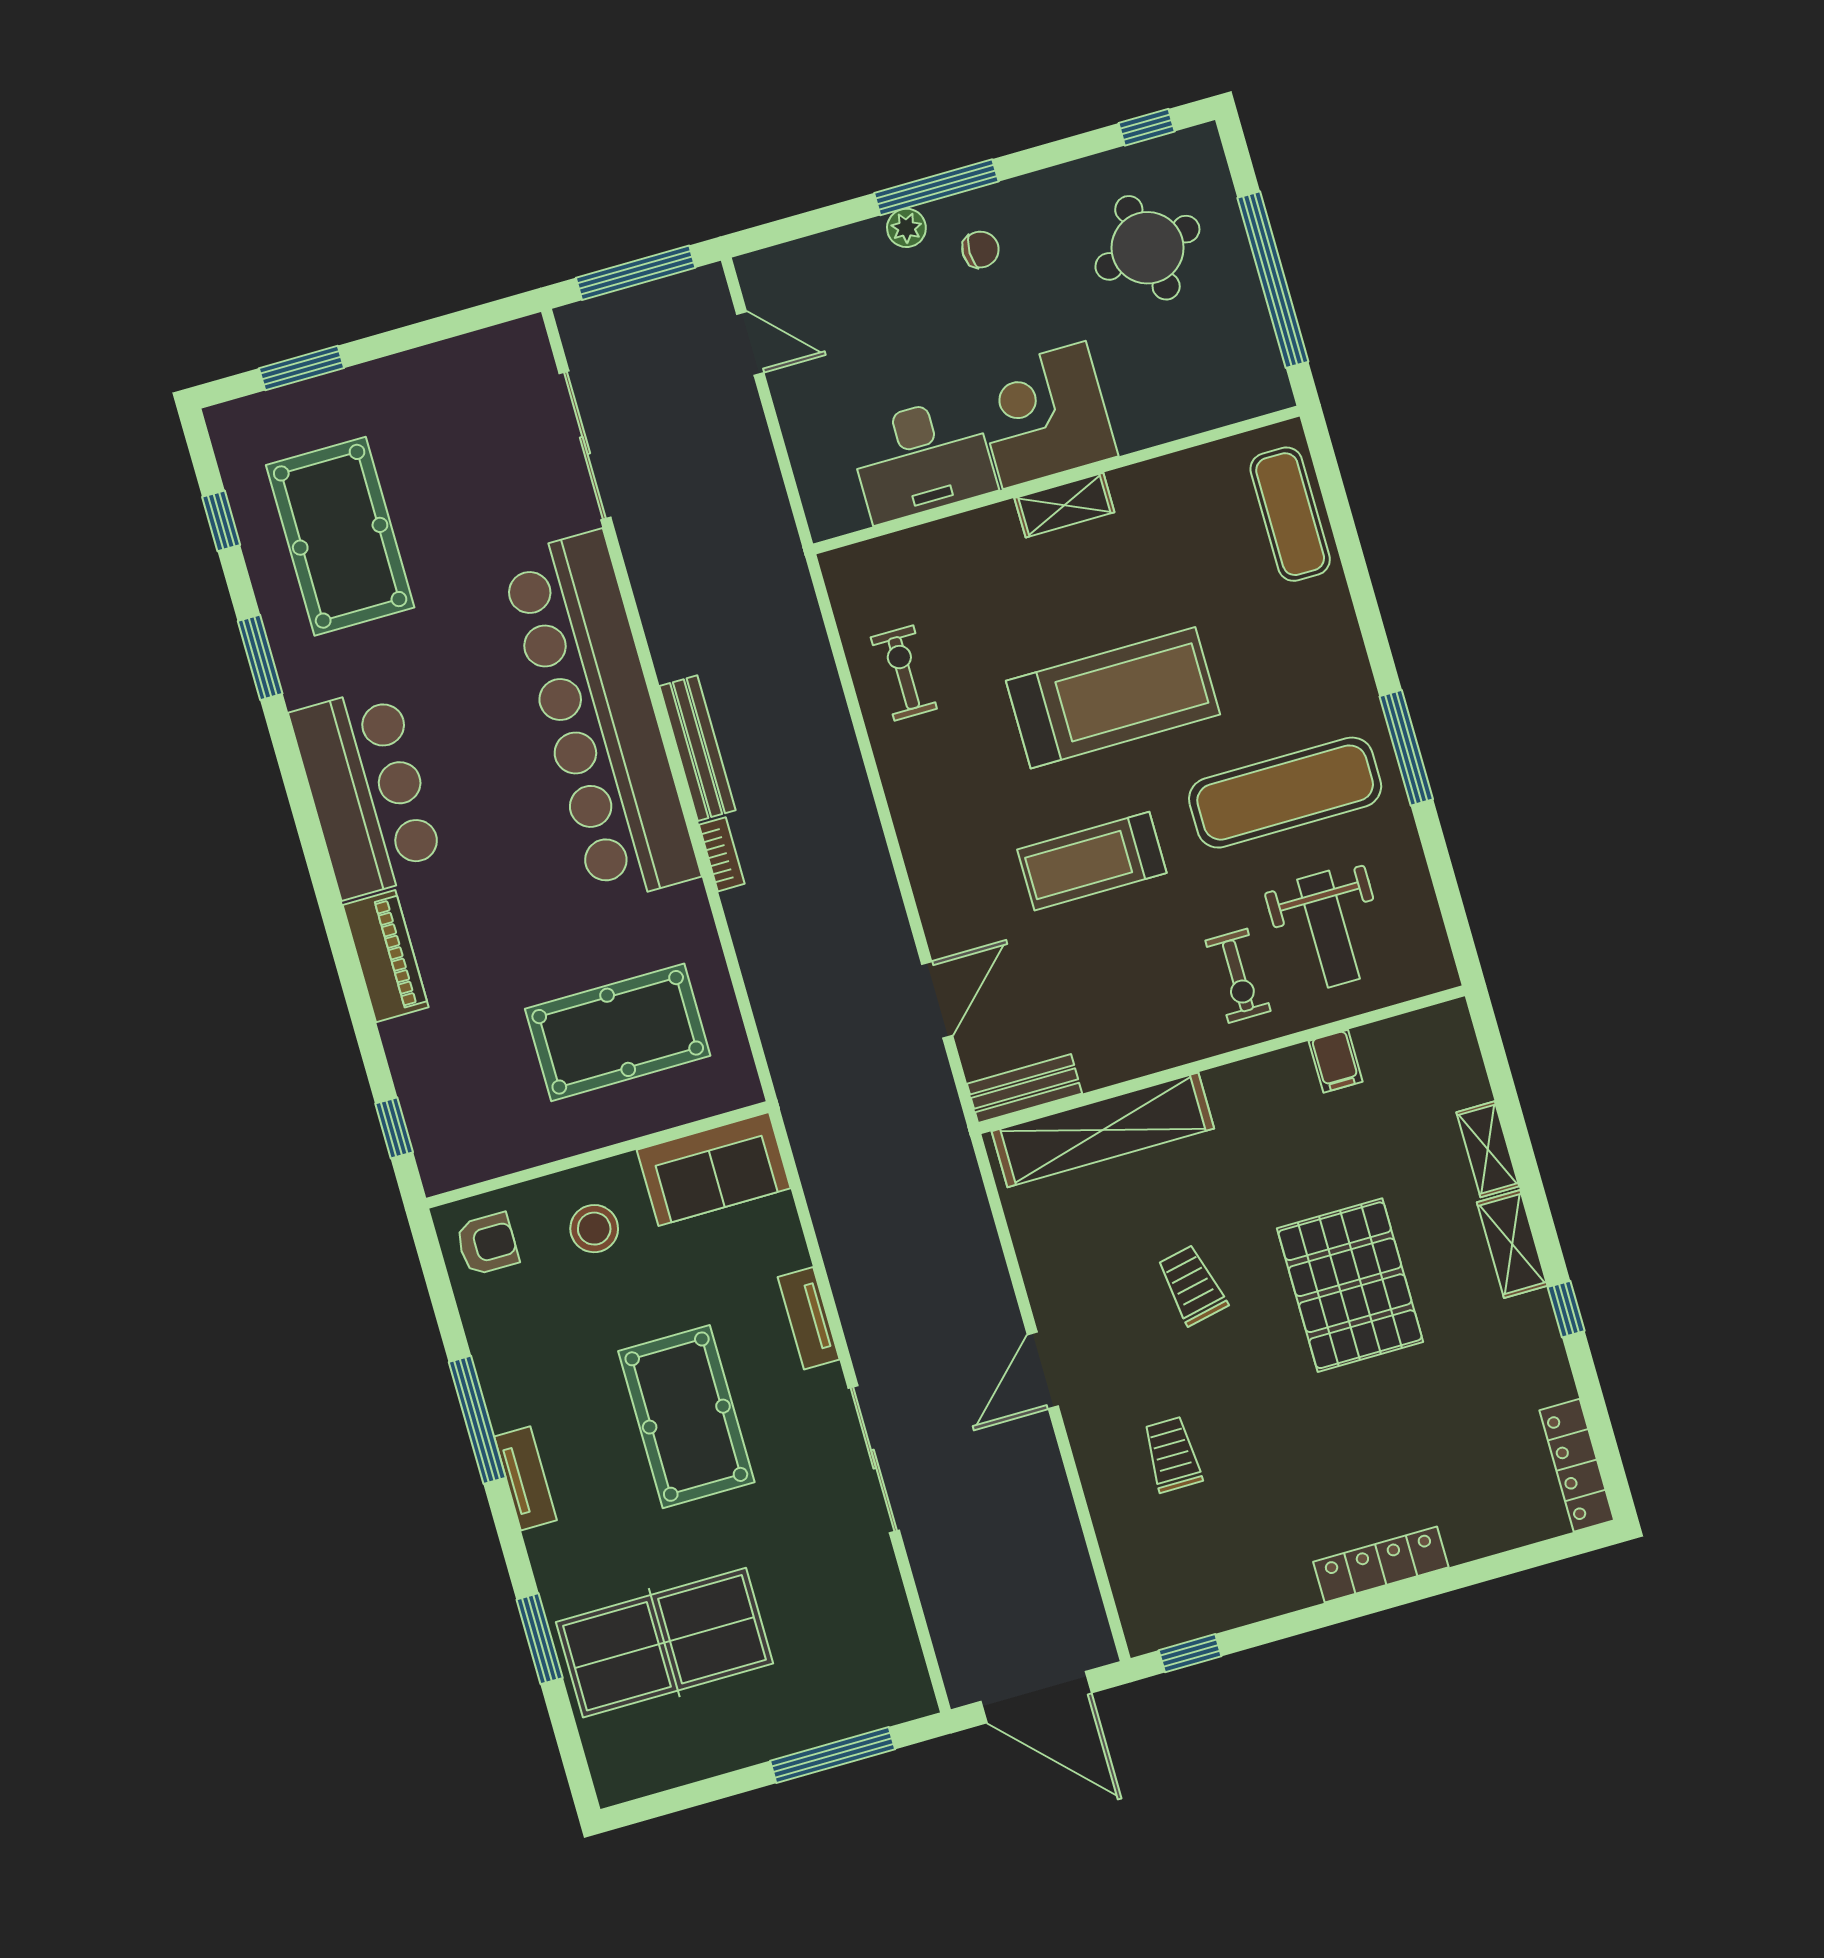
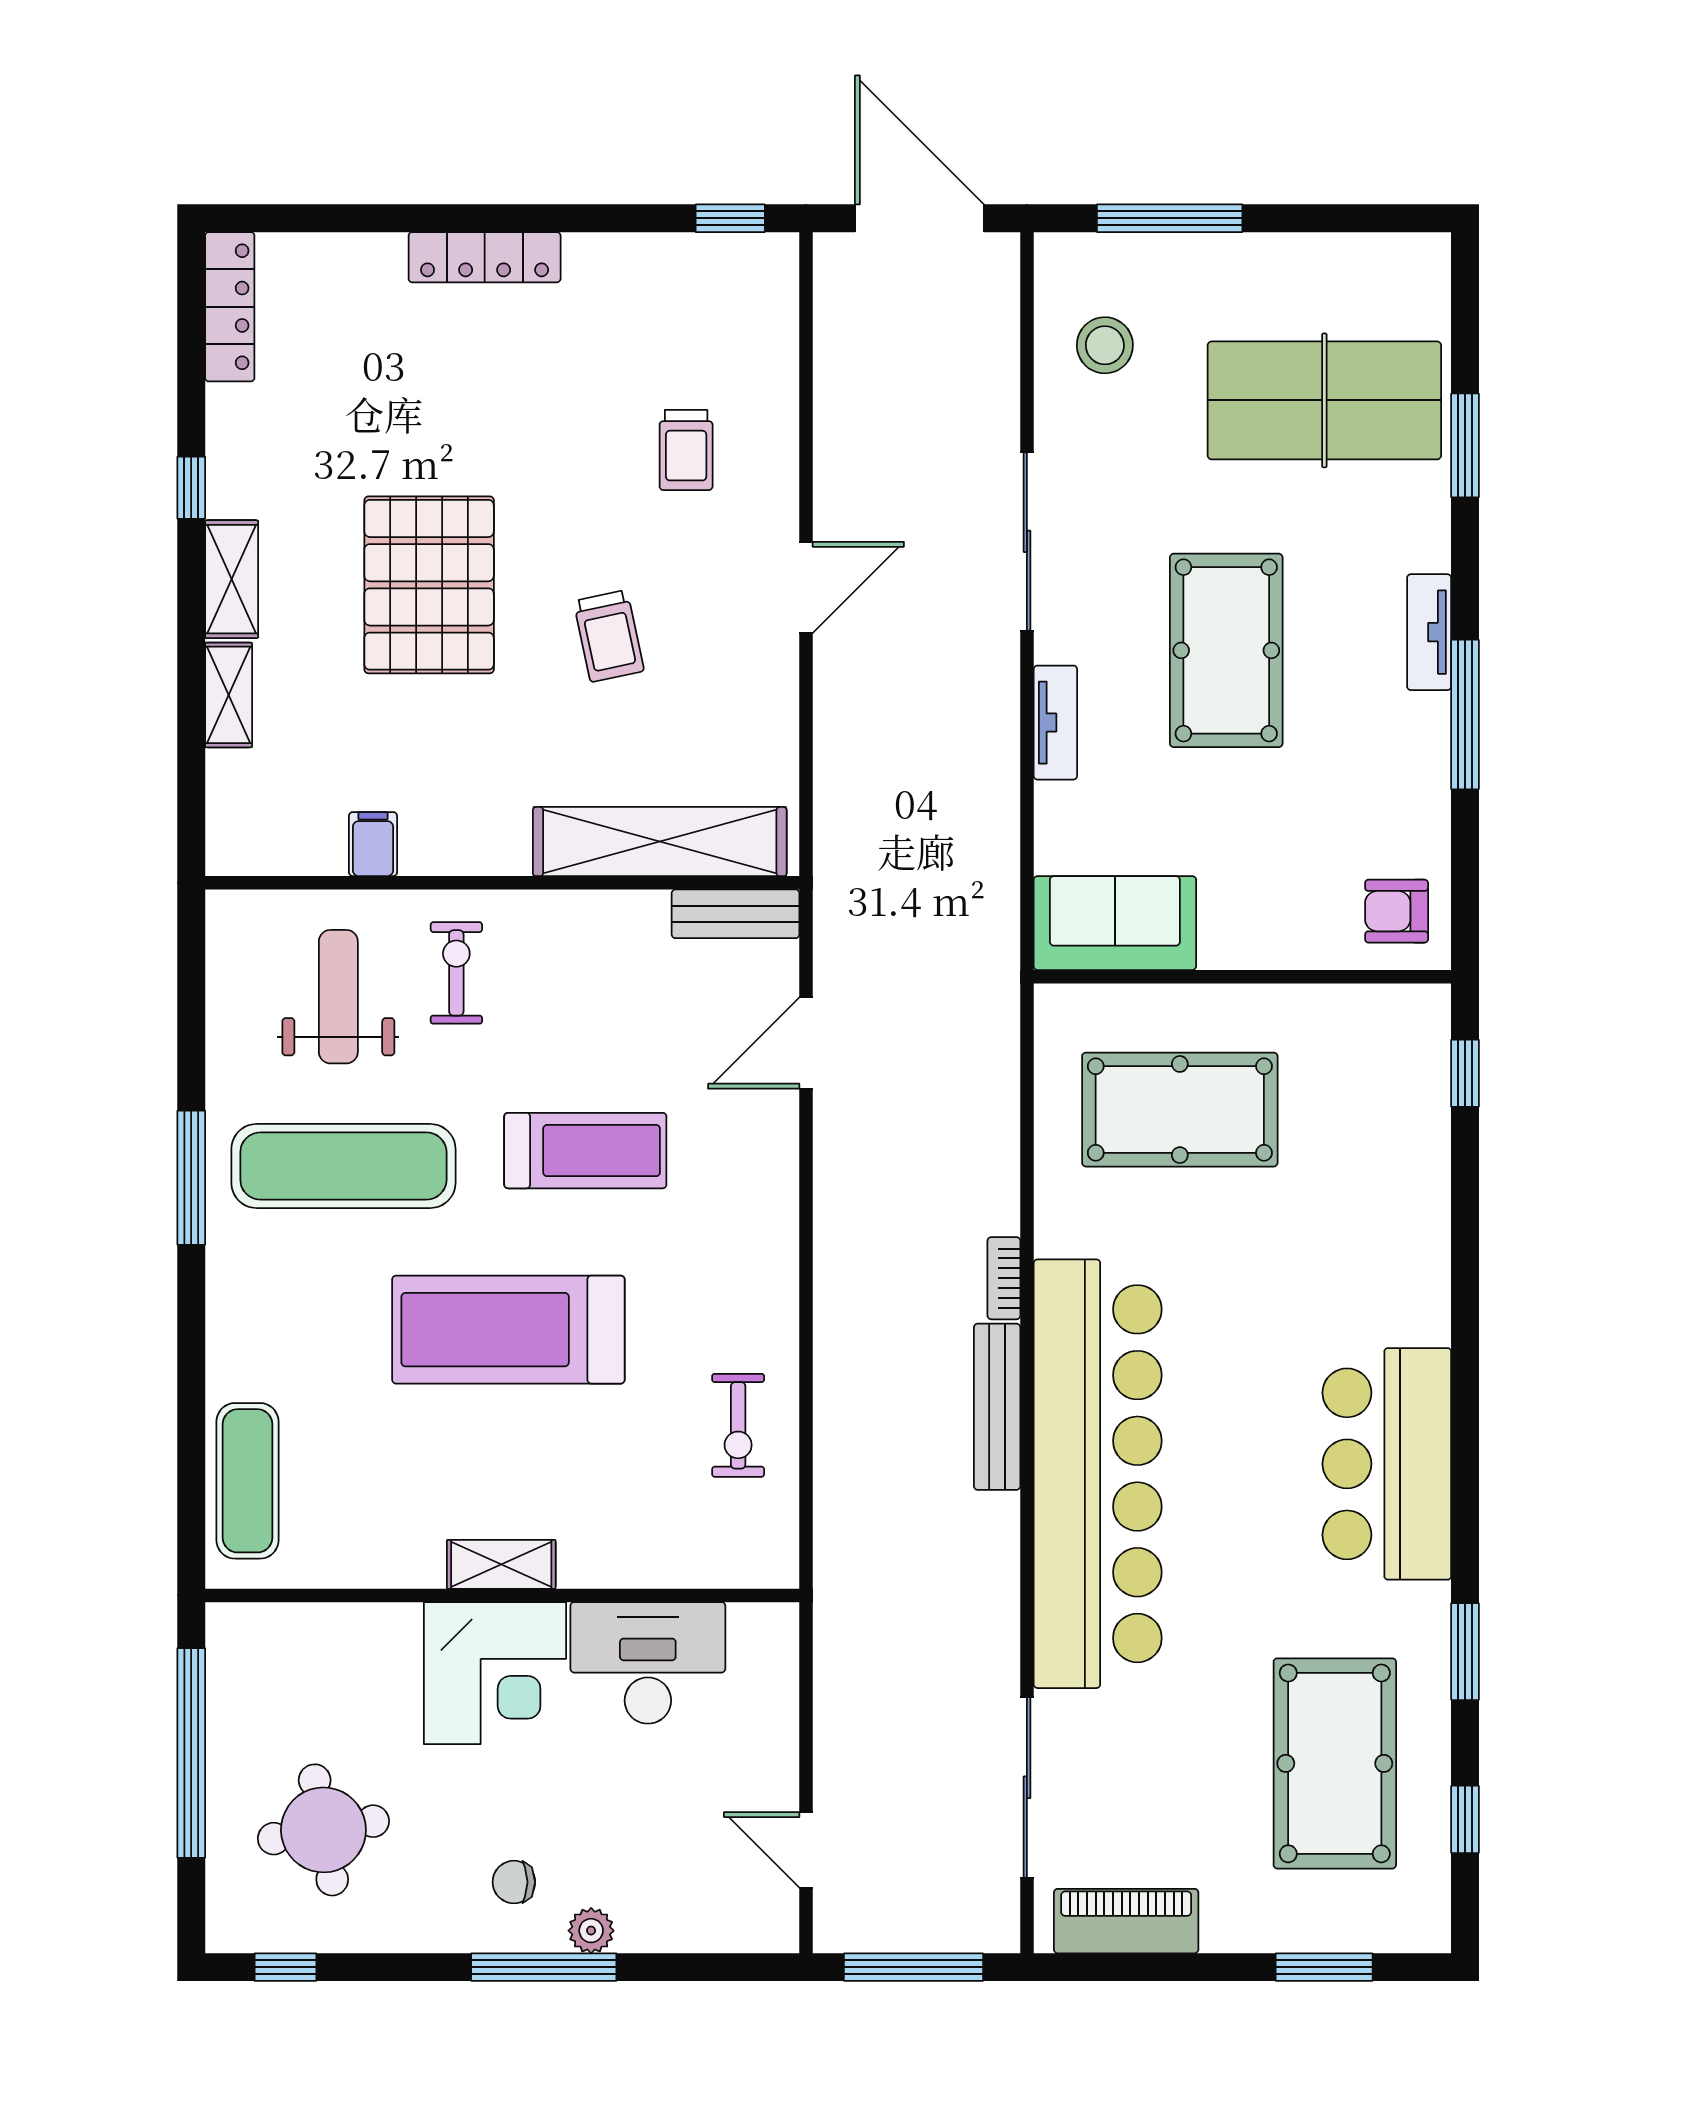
piano: (386, 956) -> (1126, 1921), moved, turned 90
stool: (594, 1229) -> (1105, 345), moved

